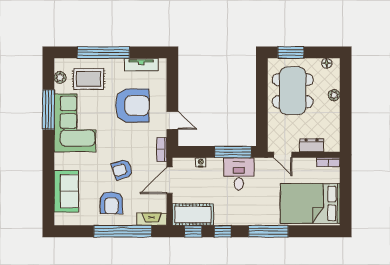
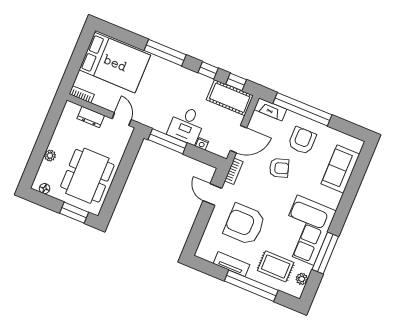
tv unit: (141, 65) -> (231, 264), moved
desk: (239, 174) -> (187, 125), moved

